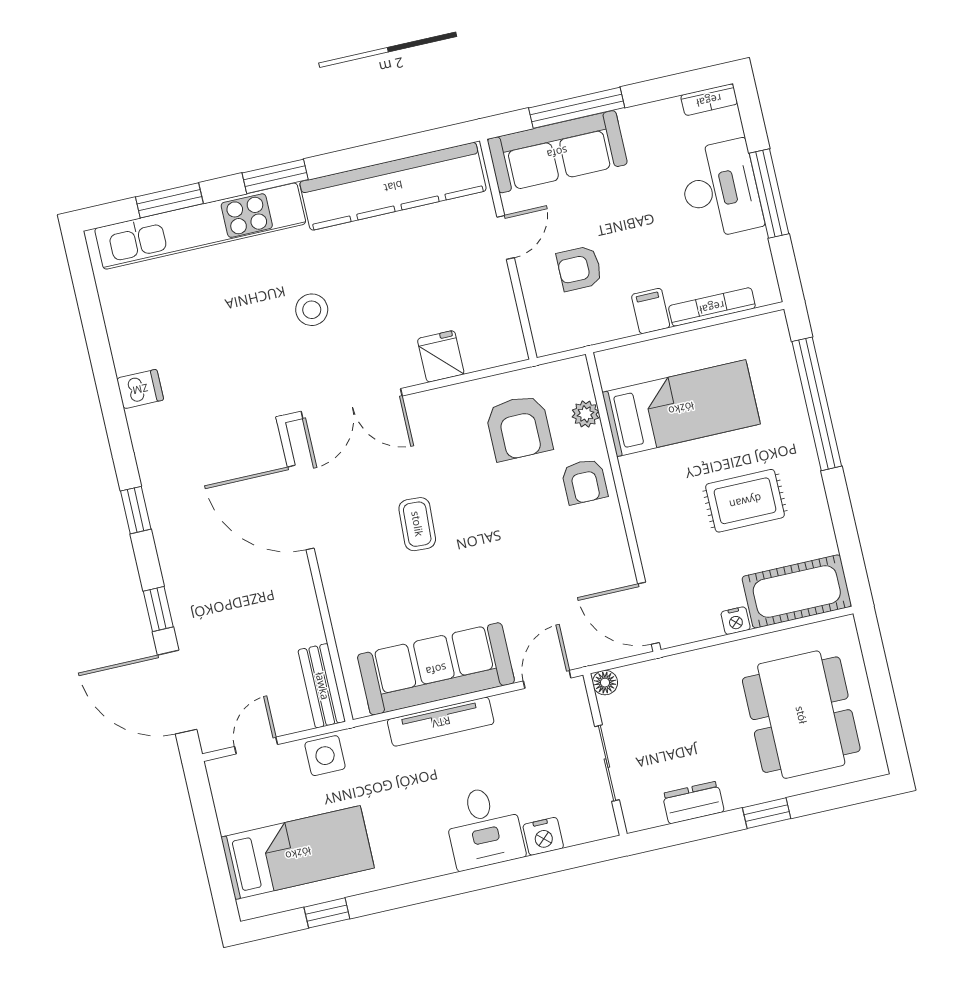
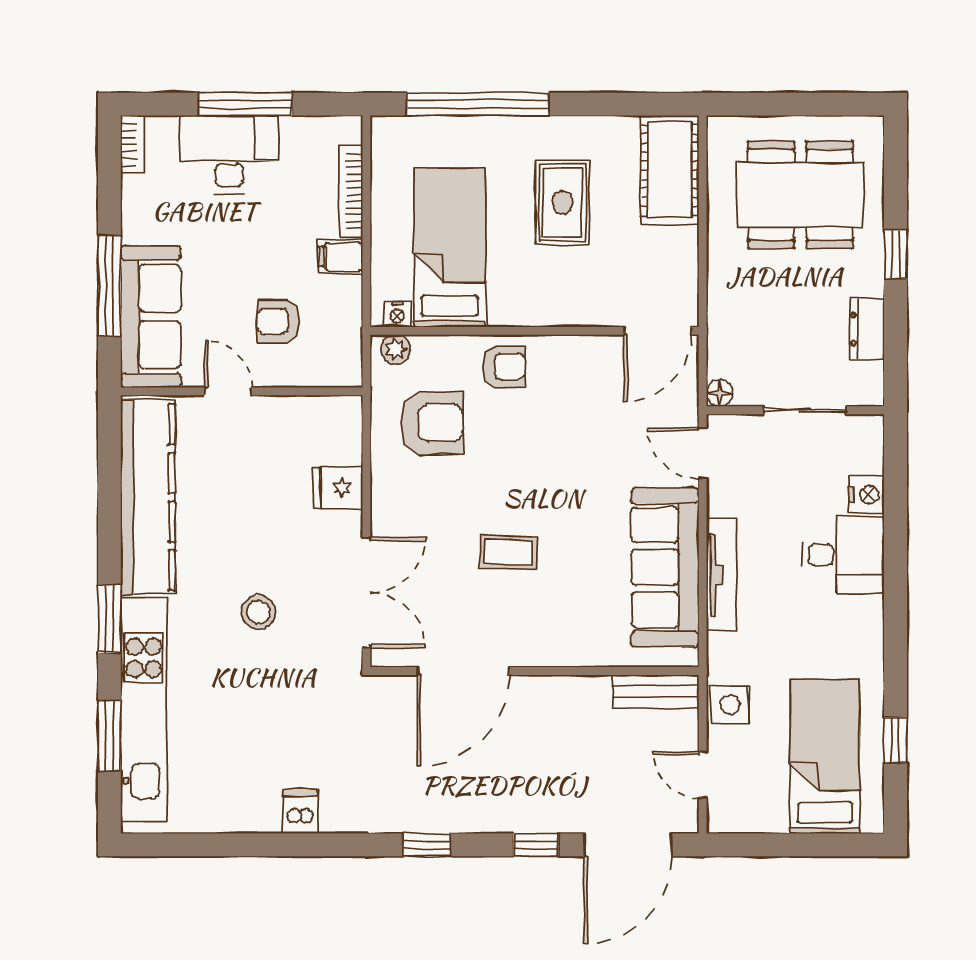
armchair: (579, 268) -> (279, 321), turned 90
plant: (586, 414) -> (396, 349), moved
nightstand: (736, 621) -> (397, 314), moved, turned 90

